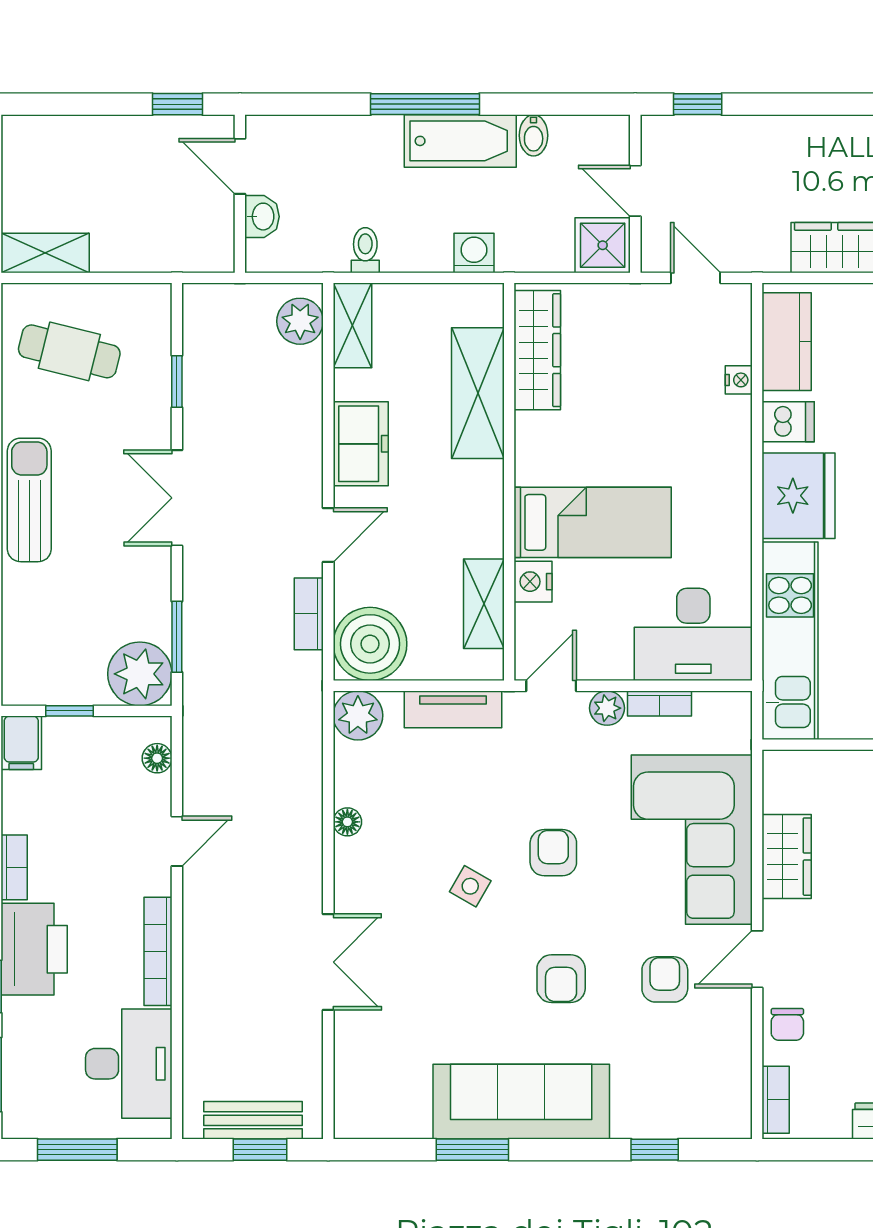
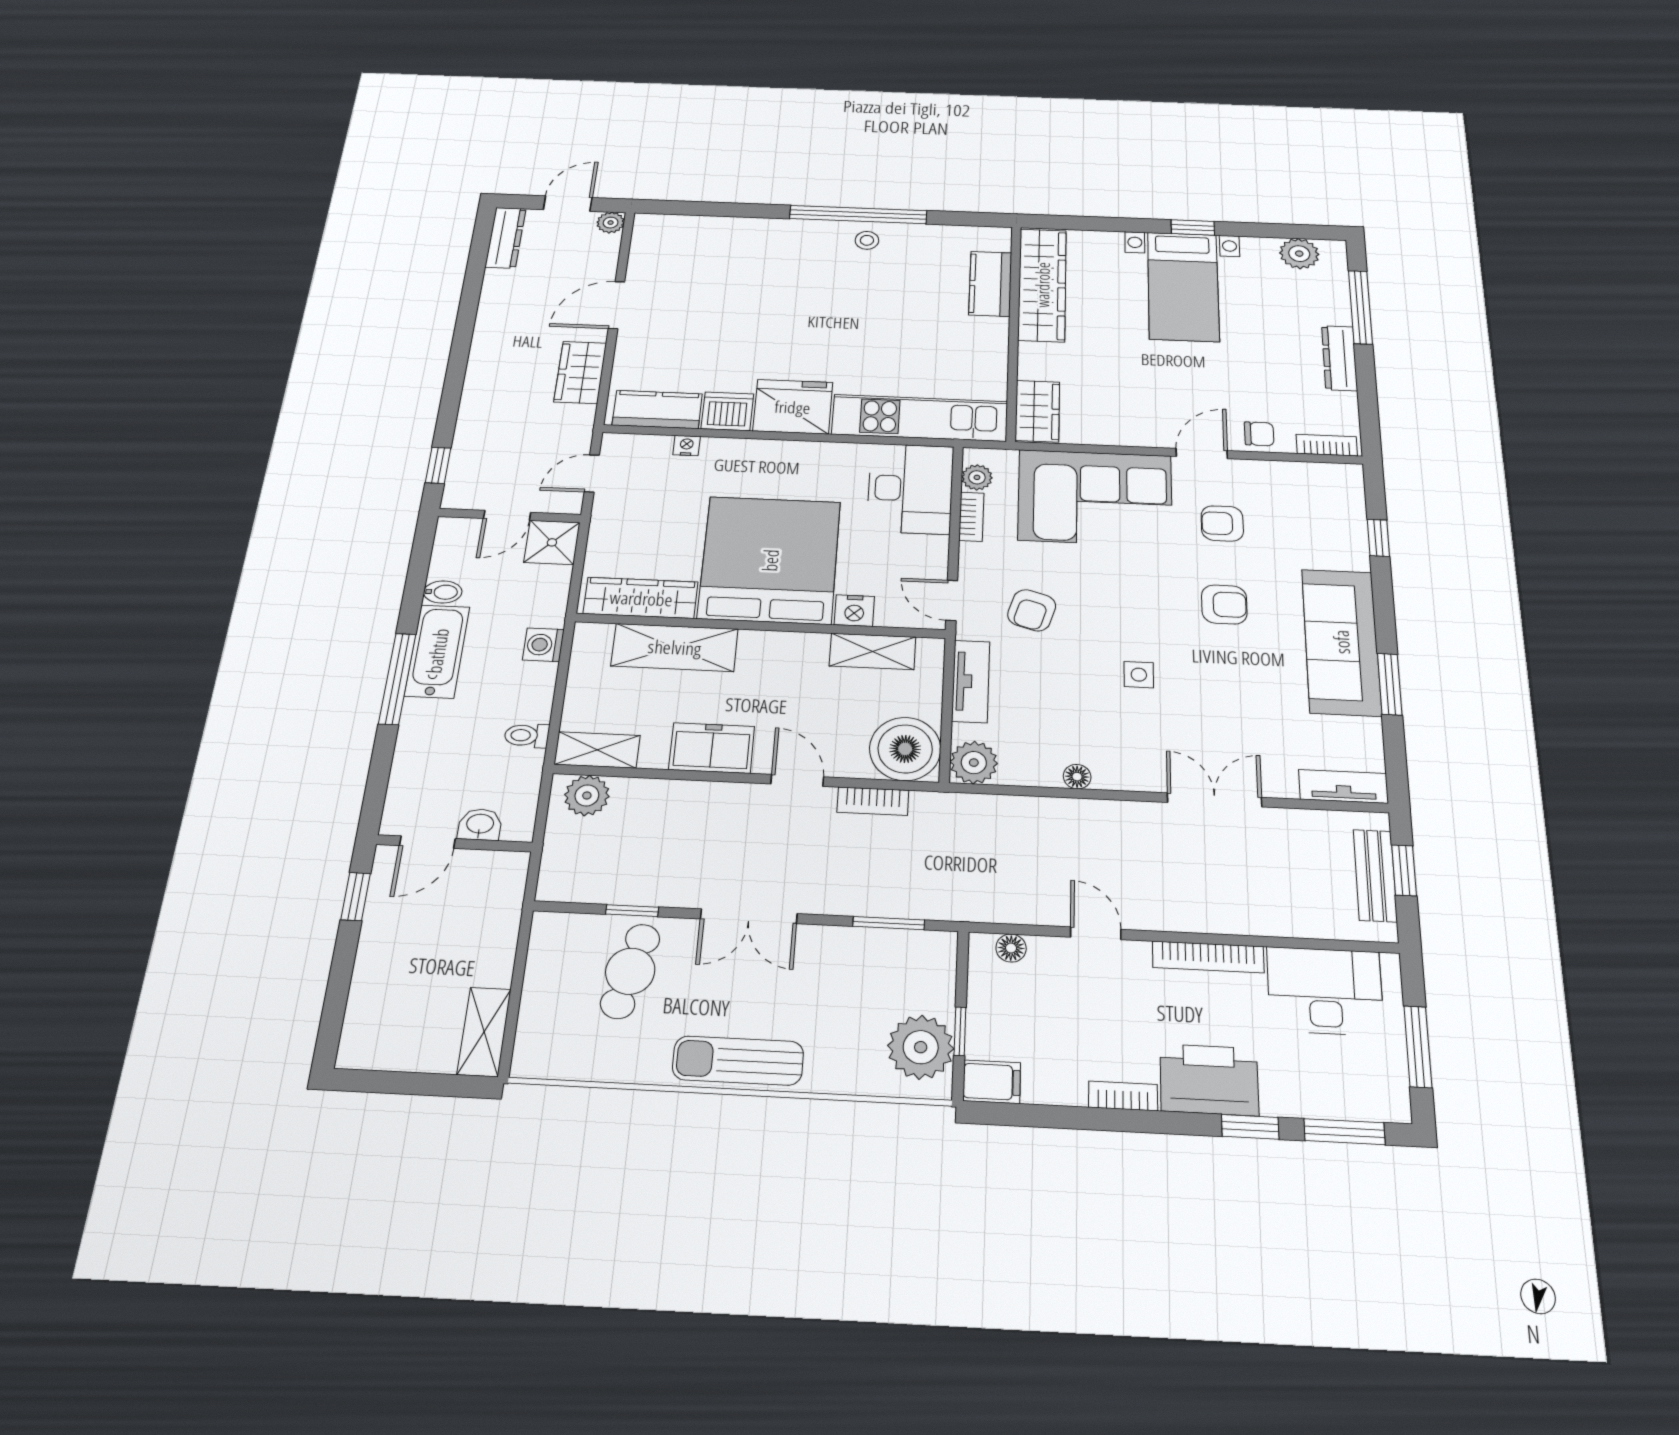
cafe table: (69, 351) -> (630, 971), moved
dishwasher: (788, 422) -> (727, 411), width x1.38
bed: (593, 522) -> (770, 560), width x2.04
plant: (140, 674) -> (921, 1047), moved
plant: (607, 708) -> (977, 477), moved
armchair: (553, 853) -> (1032, 610), moved, turned -73
wardrobe: (787, 857) -> (1037, 411), moved, turned 90
side table: (470, 886) -> (1139, 675), turned -30
door: (757, 959) -> (1202, 453), swing flipped
tv unit: (350, 1094) -> (1343, 786), added

